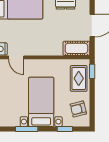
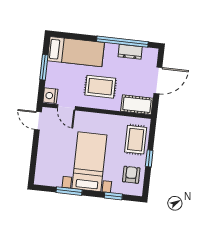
rug: (43, 36) -> (100, 87), added
window: (92, 71) -> (149, 158), moved
armchair: (78, 109) -> (131, 175), turned 104

